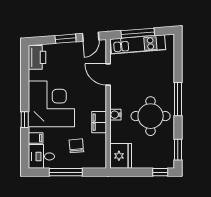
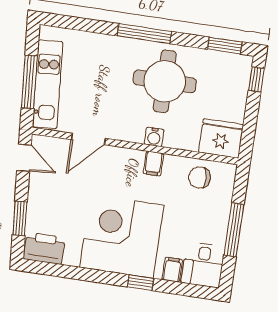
window: (66, 39) -> (20, 218), moved
filing cabinet: (99, 122) -> (153, 163), width x0.50
chair: (76, 146) -> (199, 178), moved

